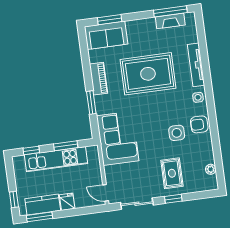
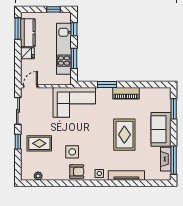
sofa: (106, 35) -> (161, 129), moved
rug: (148, 74) -> (124, 135), width x0.73, depth x0.69
armchair: (199, 124) -> (77, 172), turned 90
window: (14, 199) -> (53, 9), moved

